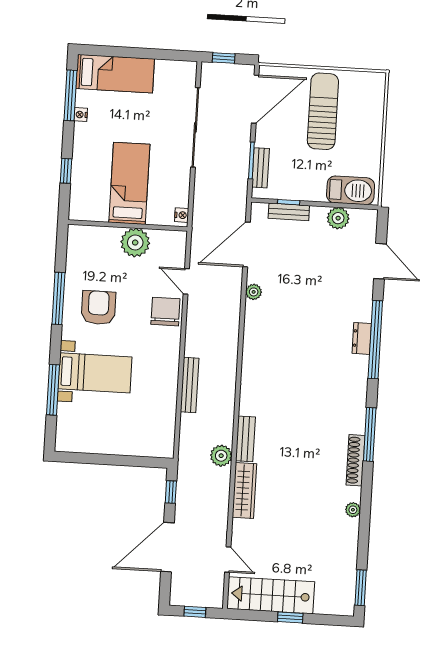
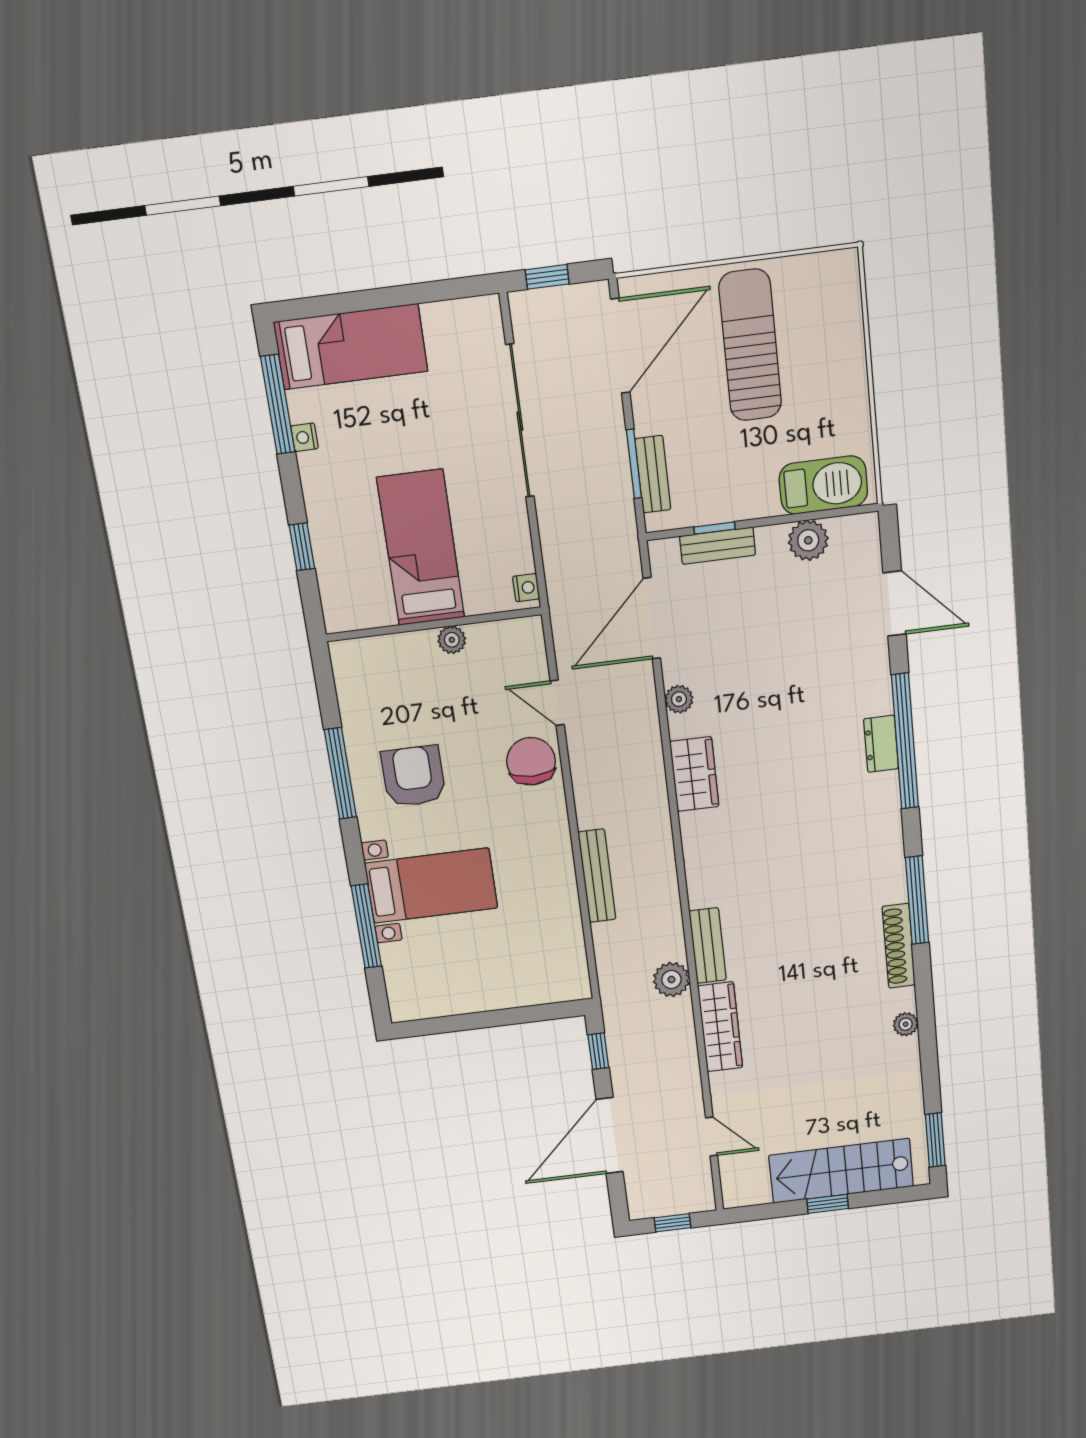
plant: (135, 243) -> (452, 640), width x0.53, depth x0.53
wardrobe: (255, 336) -> (694, 774), added
stairs: (271, 595) -> (841, 1171), moved

